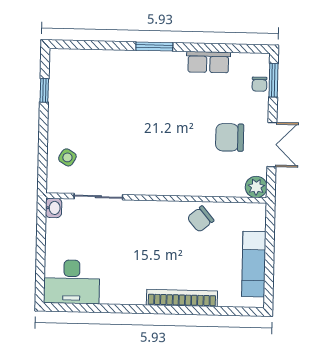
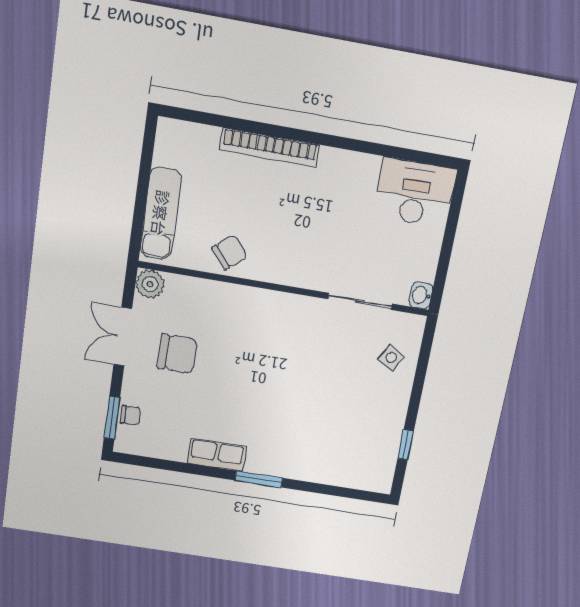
row of seats: (208, 62) -> (217, 455), moved
chair: (259, 84) -> (131, 415), turned 90
exam couch: (254, 264) -> (161, 213), moved

